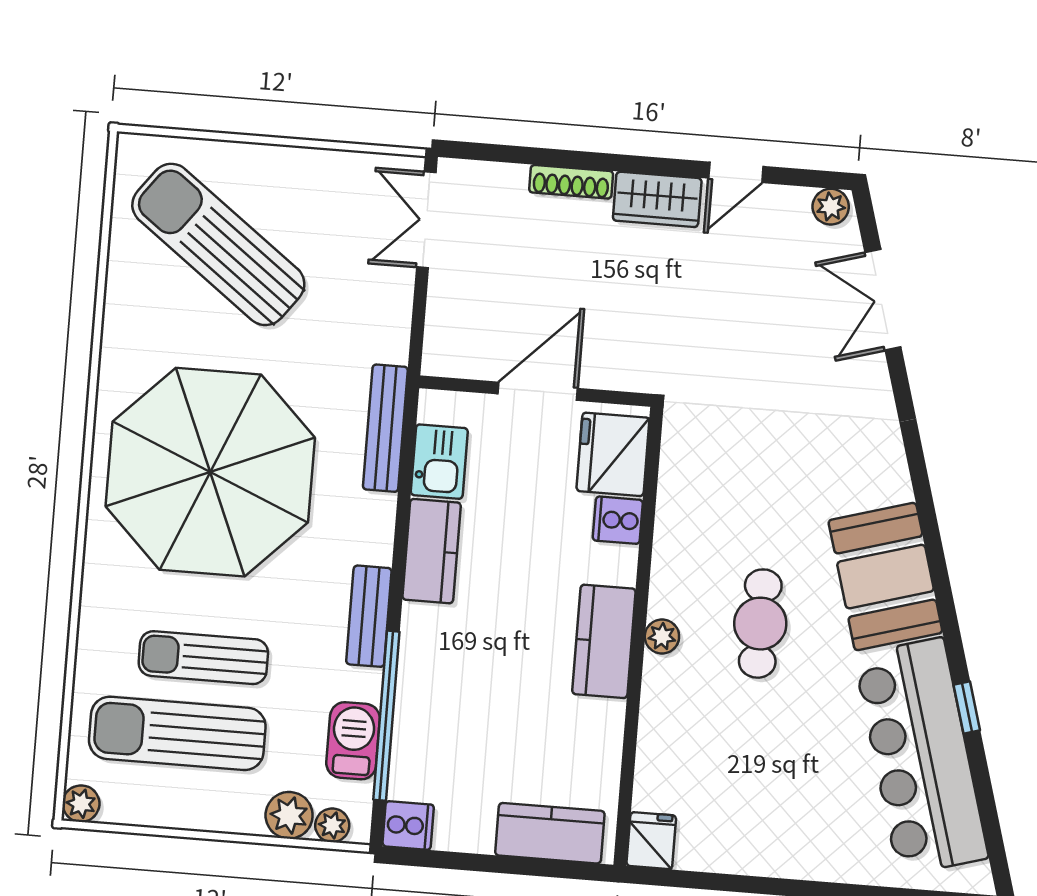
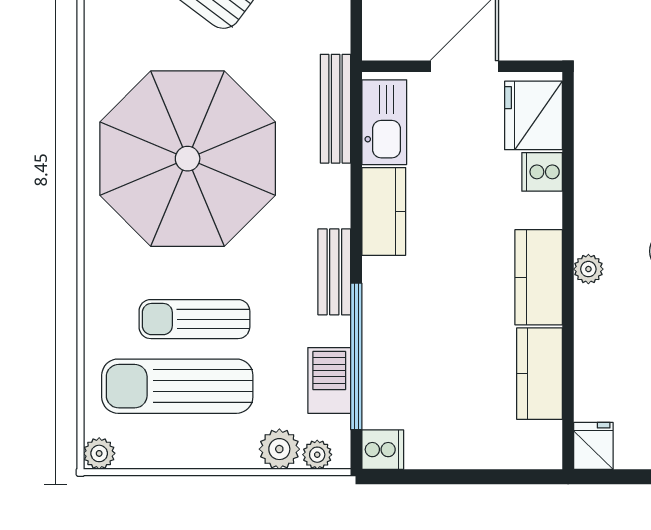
kitchen sink: (439, 462) -> (384, 122), width x1.38
kitchen counter: (550, 833) -> (540, 374), moved, turned -90

